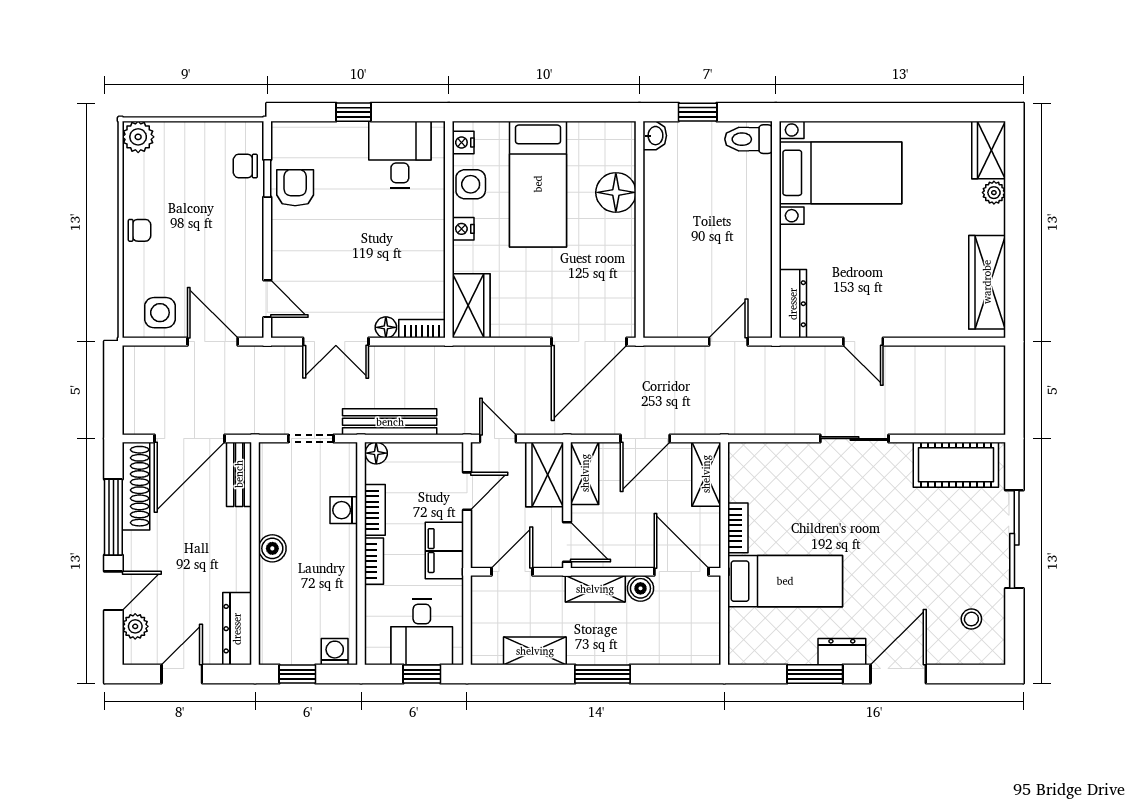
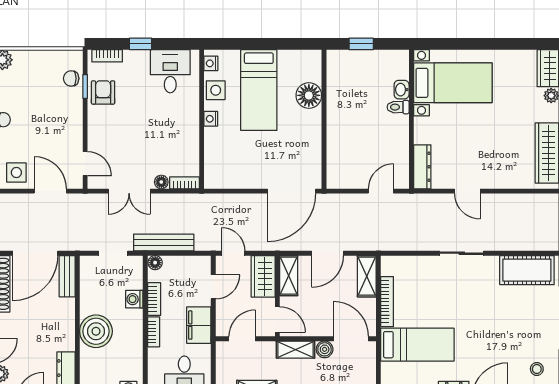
bookcase: (301, 131) -> (107, 56), added
washbasin: (655, 136) -> (402, 90), moved, turned 180
toilet: (748, 139) -> (398, 107), moved, width x0.73, depth x0.72
wardrobe: (471, 306) -> (216, 168), removed
bookcase: (738, 528) -> (387, 302), width x1.56
boiler: (272, 548) -> (96, 331), width x1.86, depth x1.86

